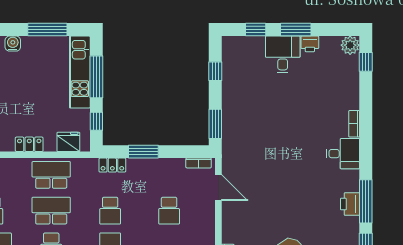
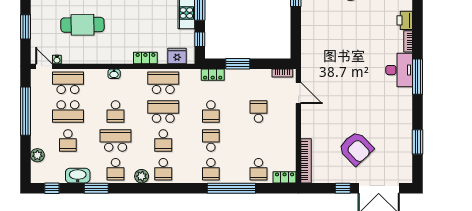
window: (215, 124) -> (296, 41), removed
desk: (343, 154) -> (399, 70), width x1.37
window: (366, 201) -> (418, 77), moved
printer: (350, 204) -> (405, 20), moved
school desk: (169, 211) -> (259, 112), turned 180

